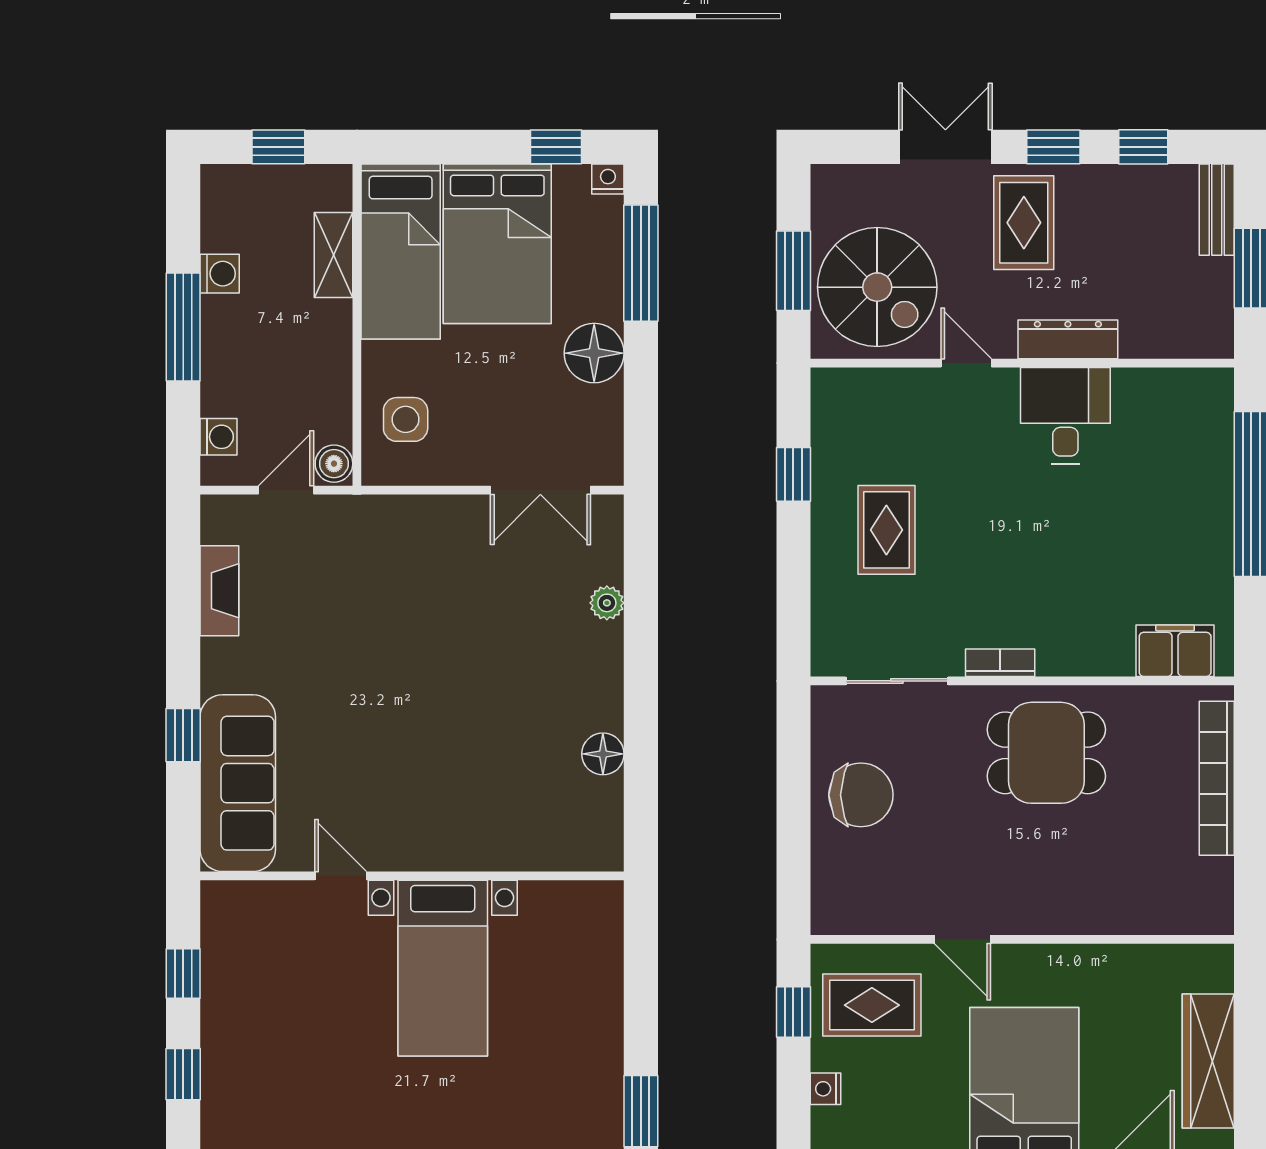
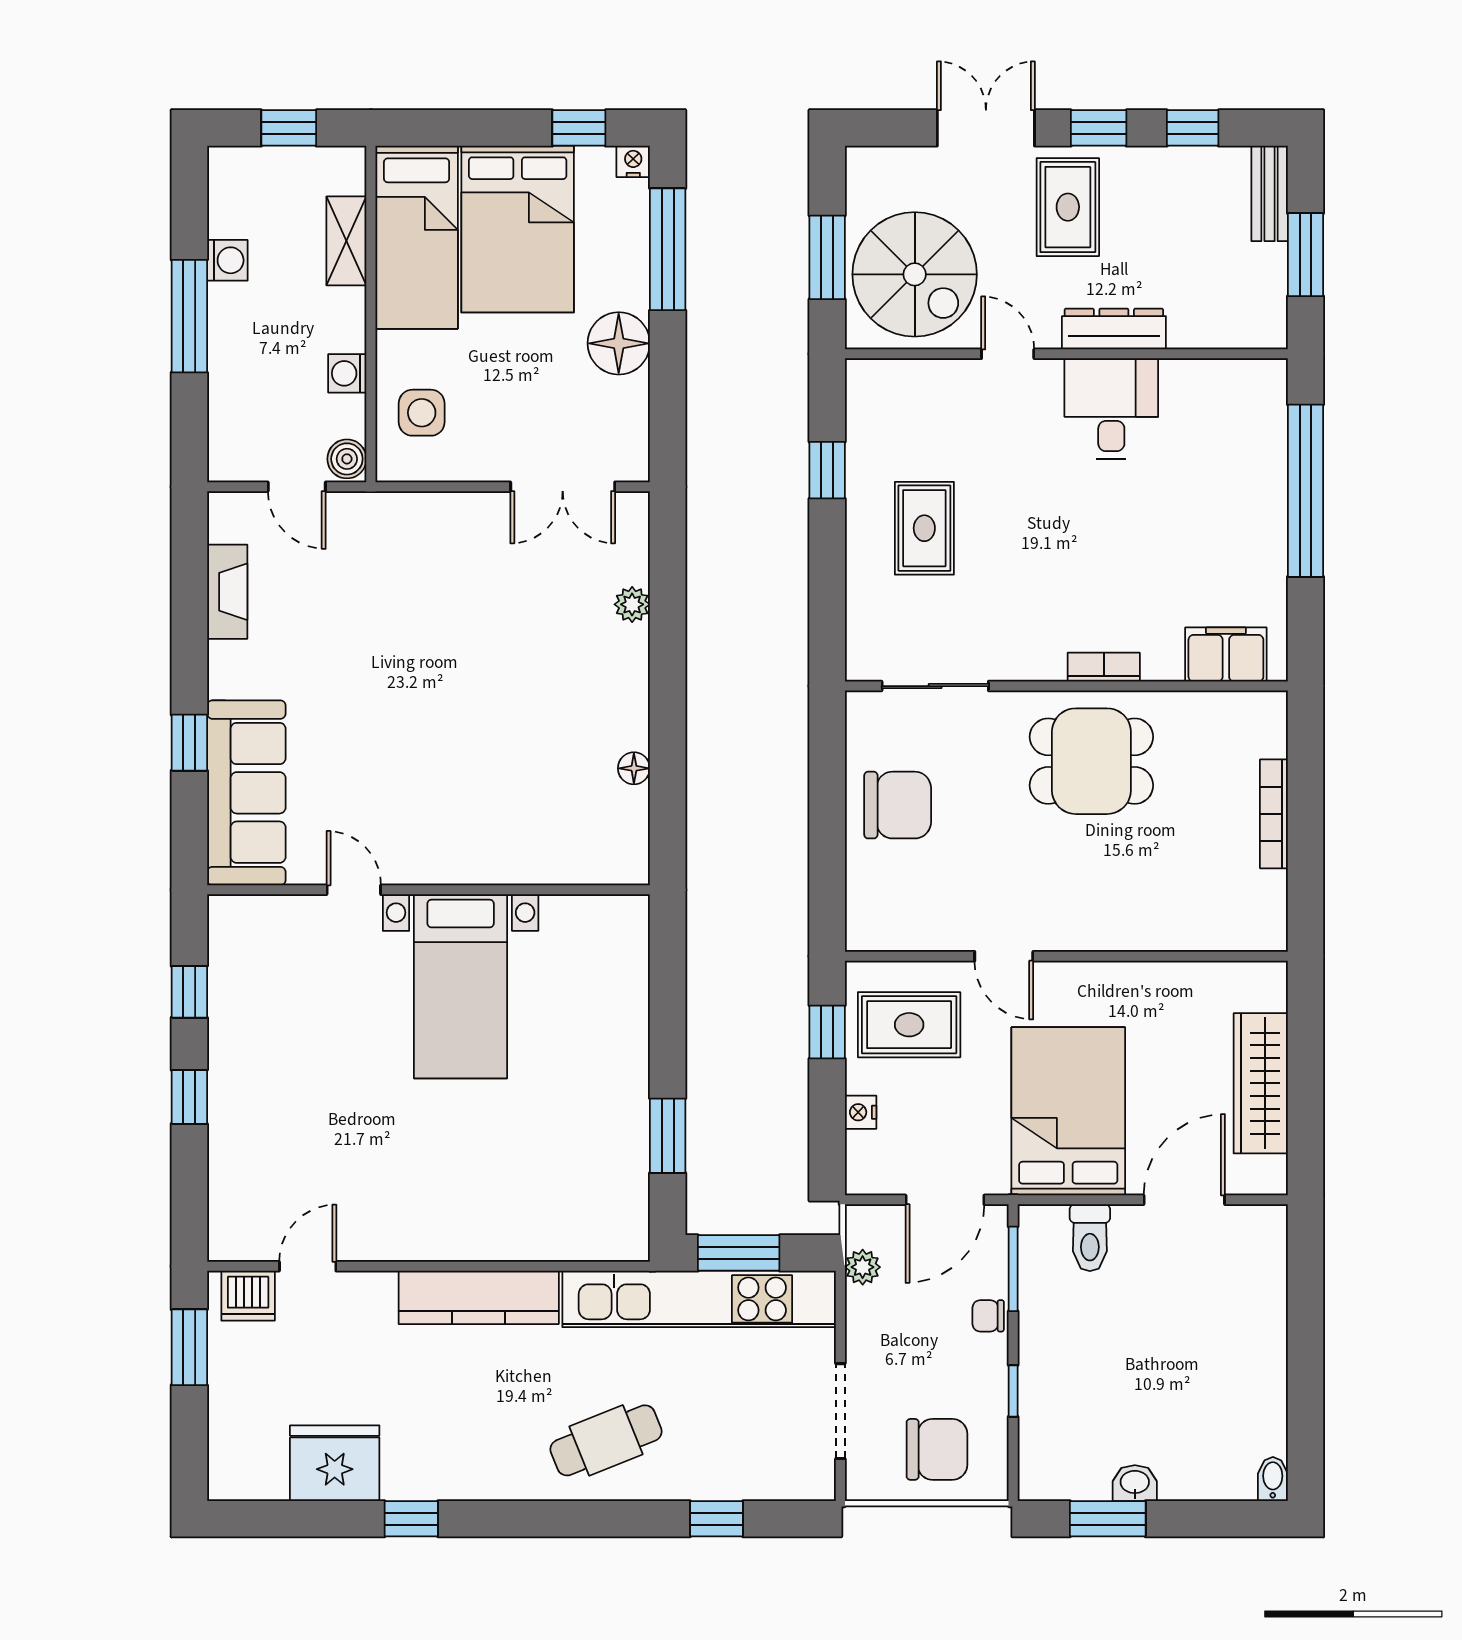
washing machine: (219, 437) -> (347, 373), moved, turned 180
door: (286, 490) -> (297, 487), swing flipped
bookcase: (1000, 663) -> (1104, 667), moved
floor lamp: (603, 754) -> (634, 768), width x0.73, depth x0.73
bookcase: (1217, 778) -> (1274, 814), width x0.68, depth x0.76

